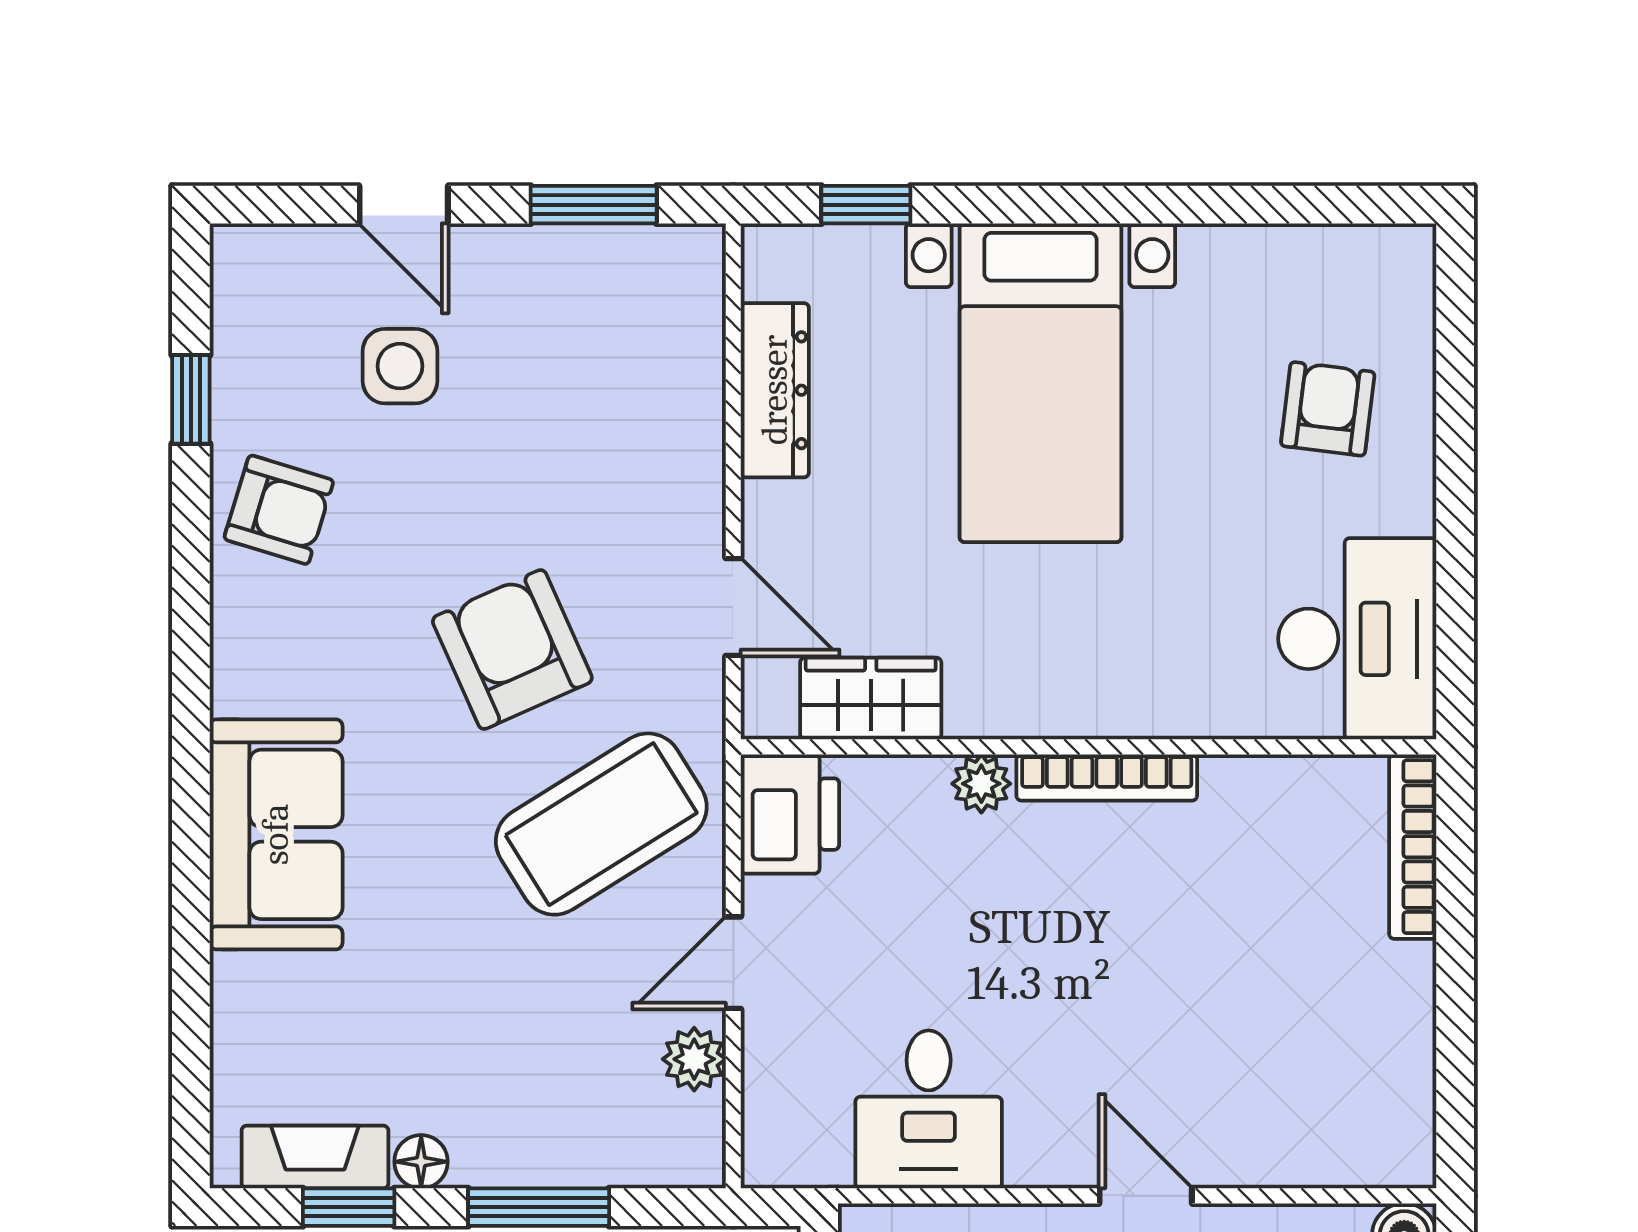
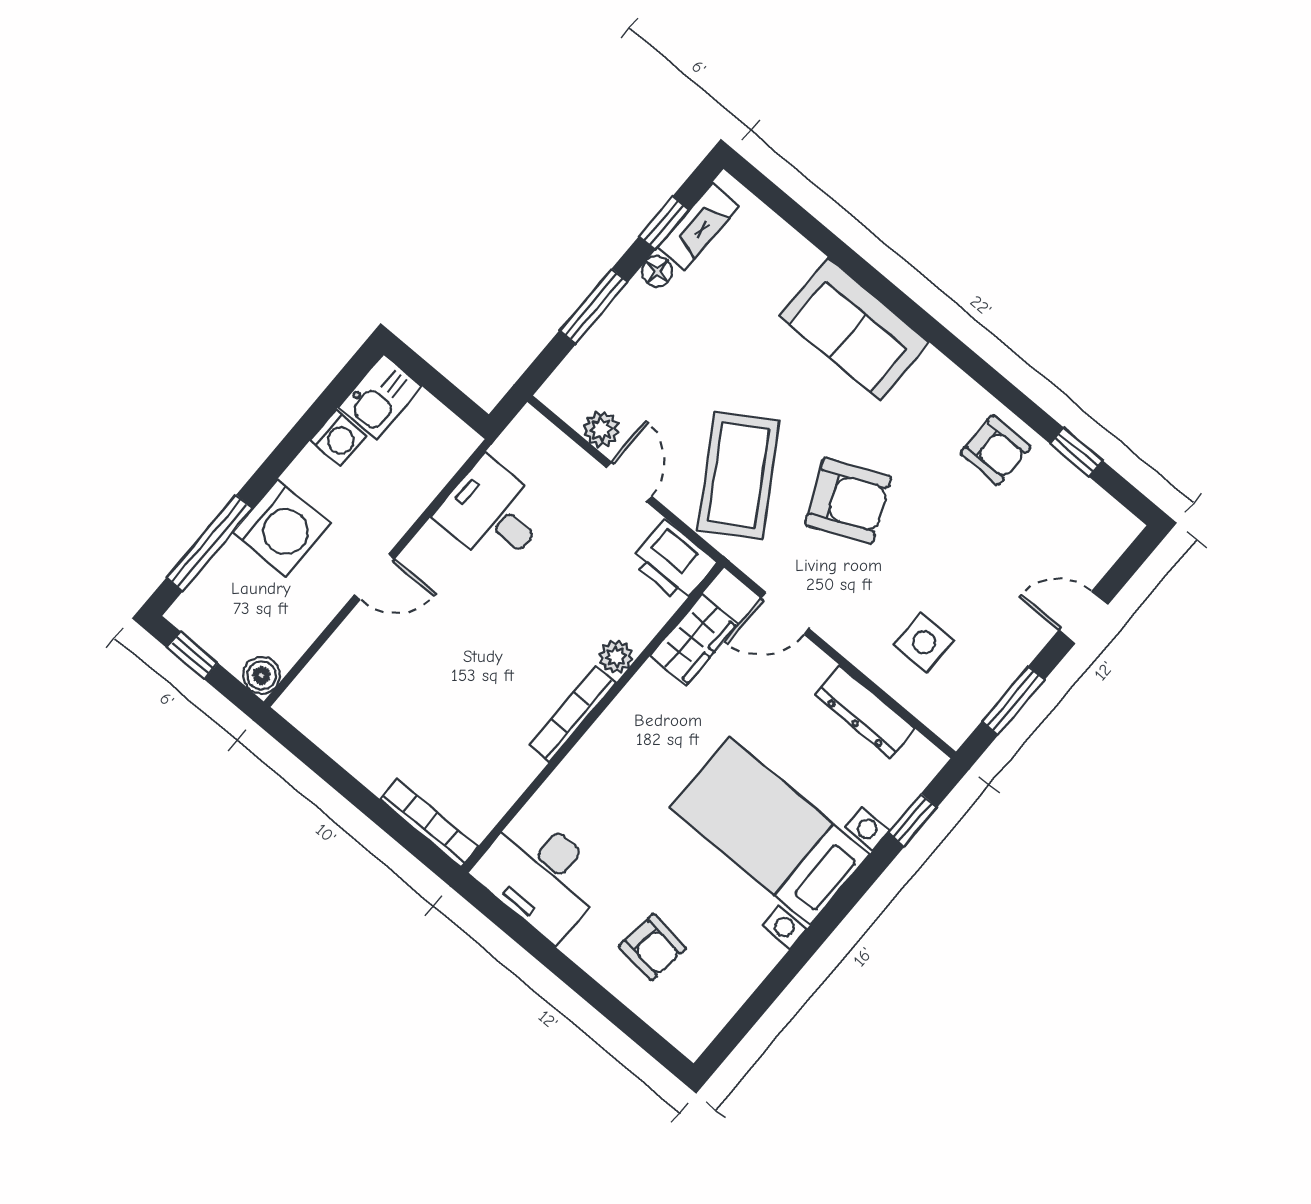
side table: (400, 366) -> (924, 642), moved
armchair: (279, 510) -> (996, 450), turned -107

